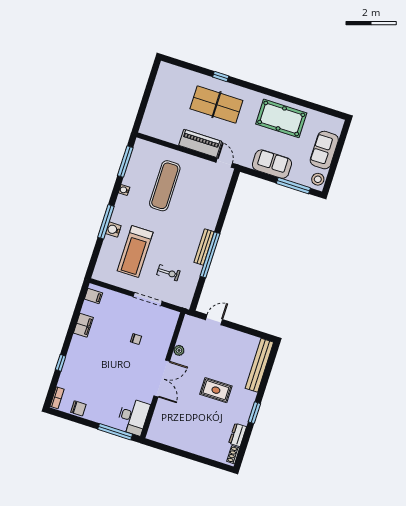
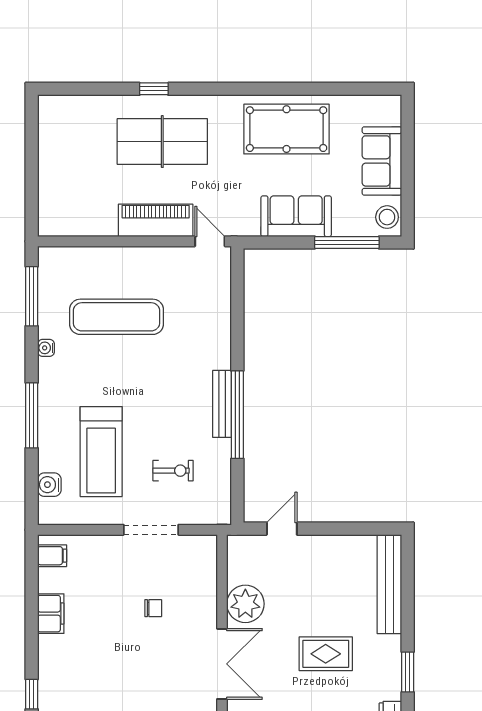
exercise mat: (165, 186) -> (117, 317), turned 90
water cooler: (113, 230) -> (49, 485), moved
plant: (179, 350) -> (245, 604), width x1.88, depth x1.88

